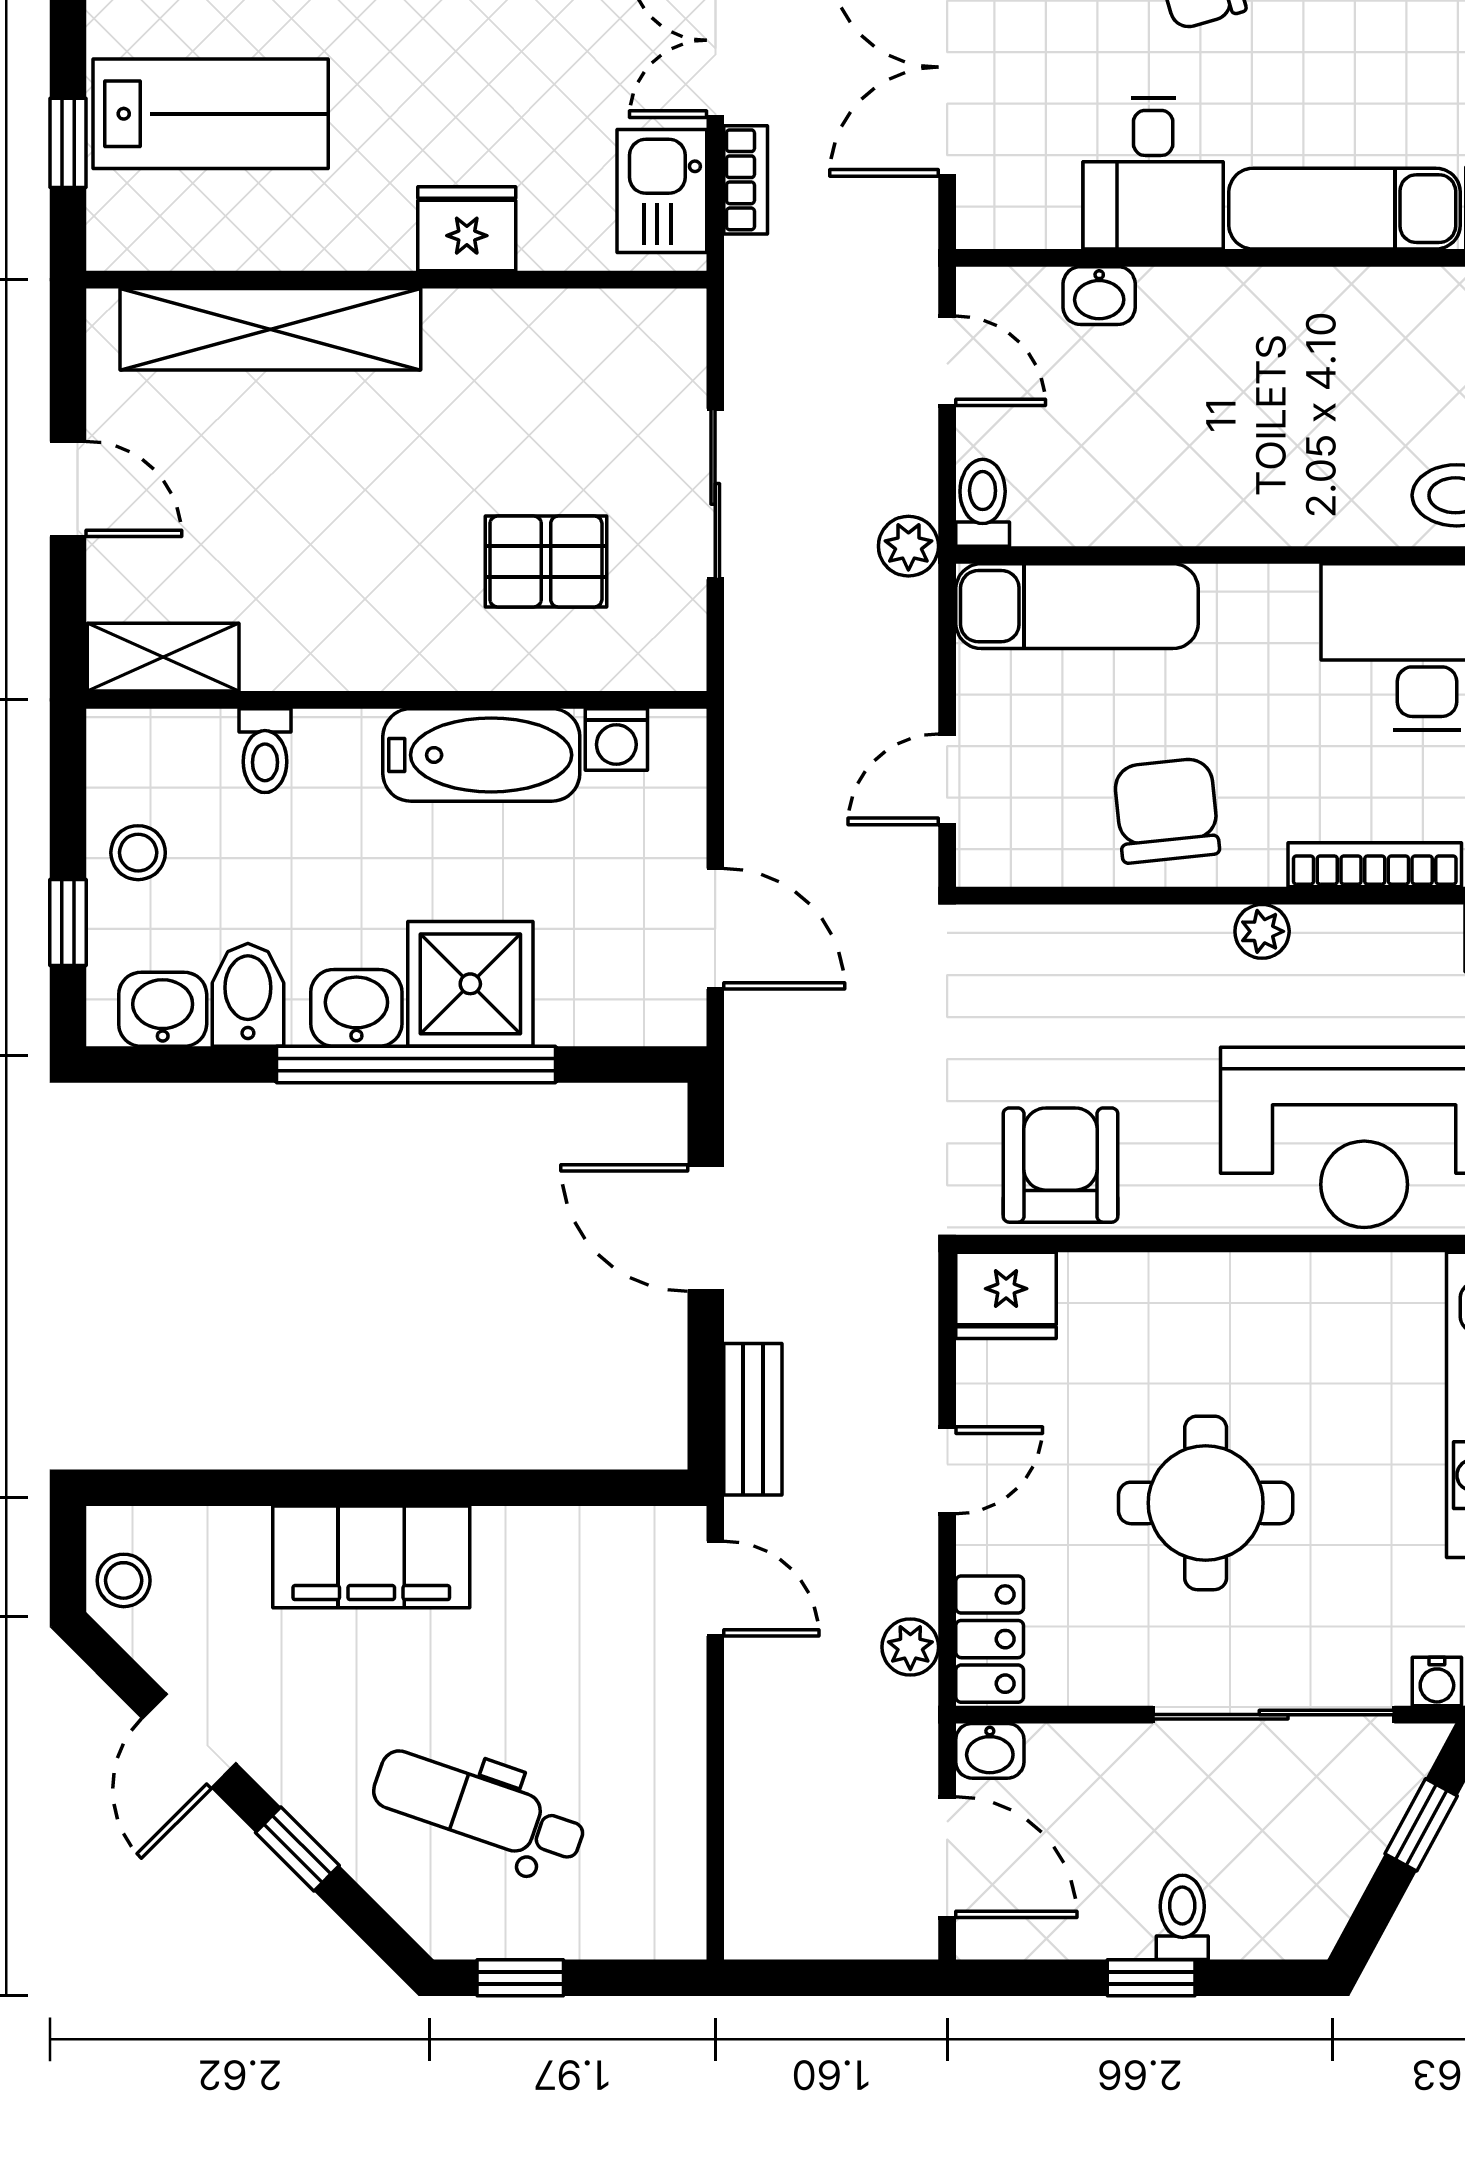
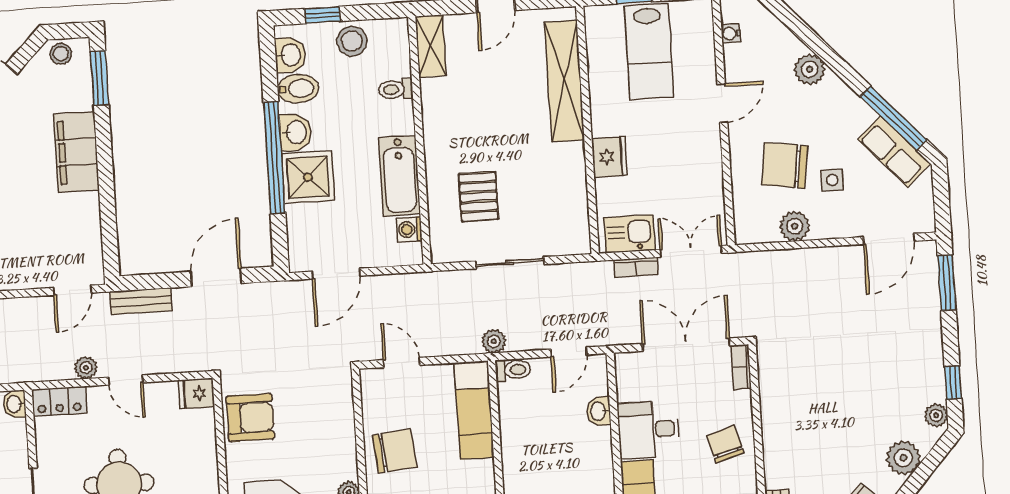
stool: (138, 853) -> (352, 41), width x1.37, depth x1.37
fridge: (1006, 1295) -> (197, 394), width x0.72
window: (190, 1488) -> (100, 78), added
plant: (910, 1647) -> (86, 368), moved

